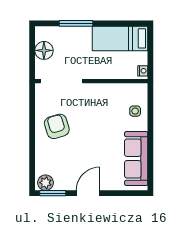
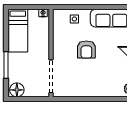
floor lamp: (44, 50) -> (17, 90), moved
armchair: (57, 126) -> (86, 50), moved, turned -73

